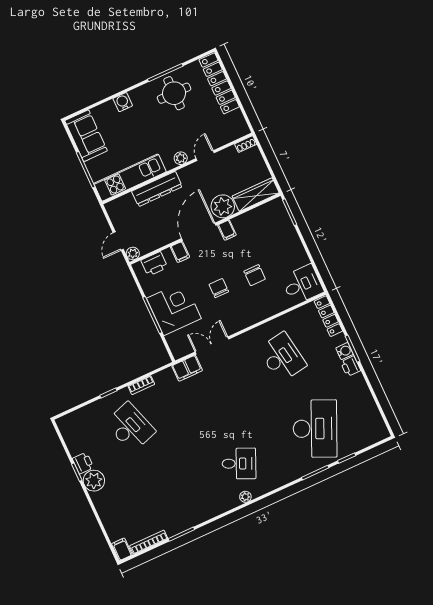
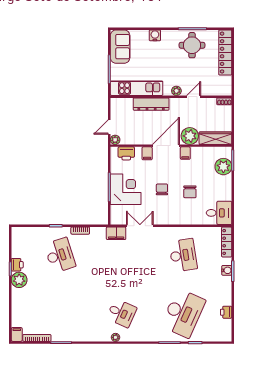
plant: (281, 225) -> (223, 167), added
printer: (351, 366) -> (226, 312), moved

